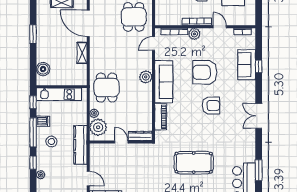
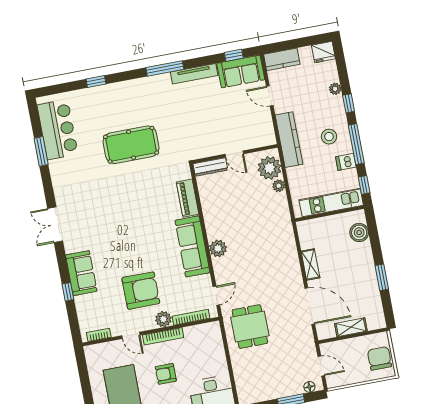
sofa: (247, 65) -> (81, 273), moved
armchair: (205, 72) -> (141, 291), moved
dining table: (107, 88) -> (268, 224), removed
armchair: (211, 106) -> (122, 227), removed
double door: (259, 116) -> (55, 225), swing flipped

